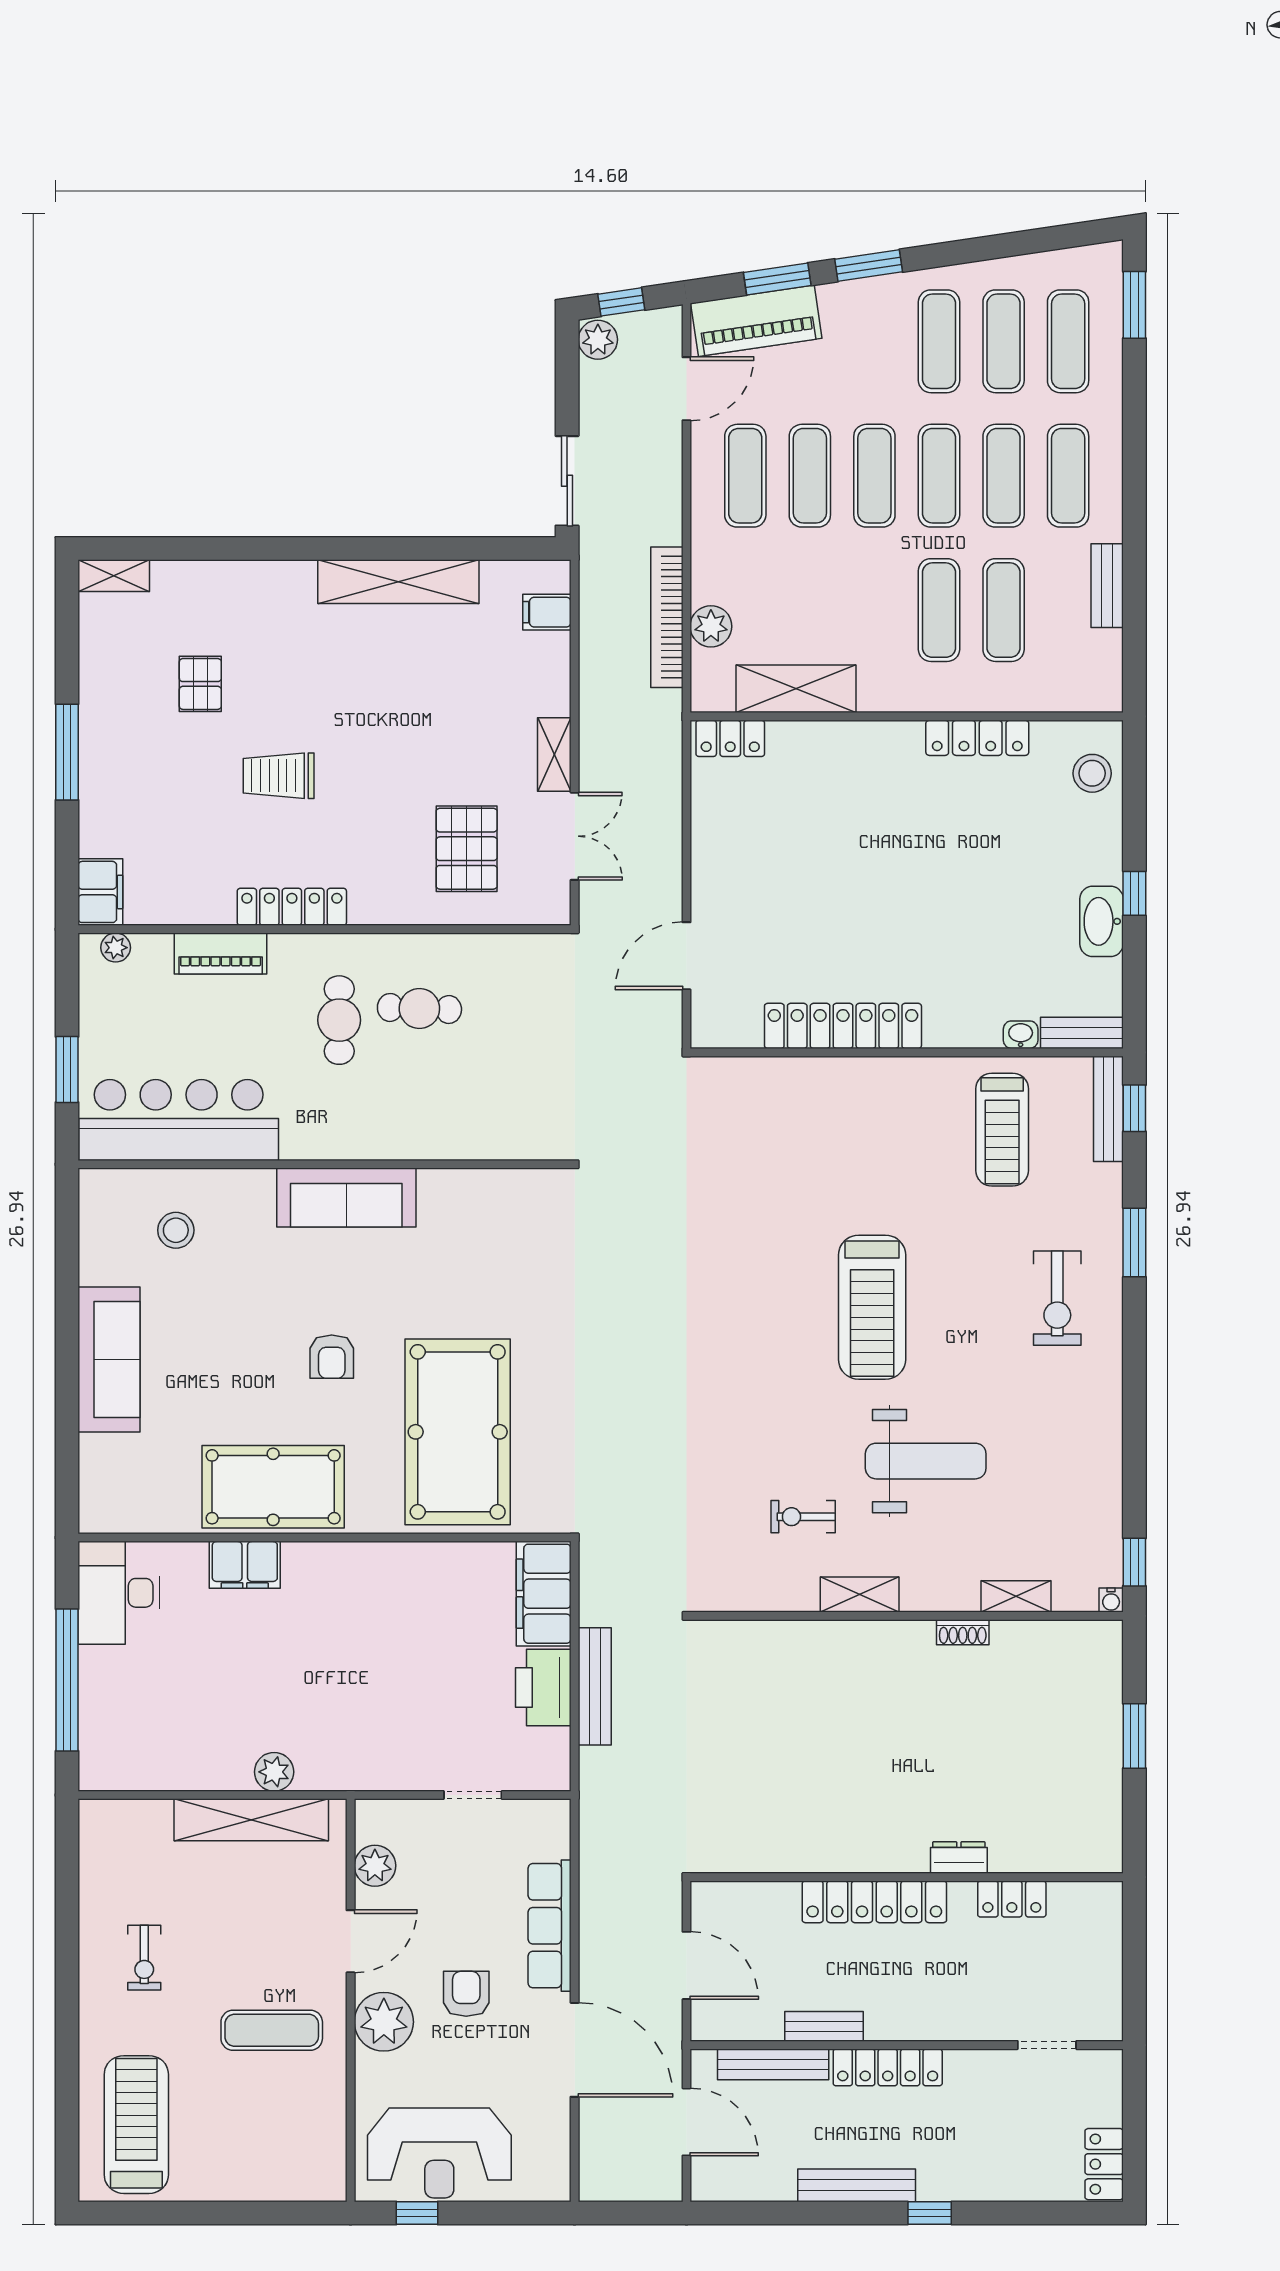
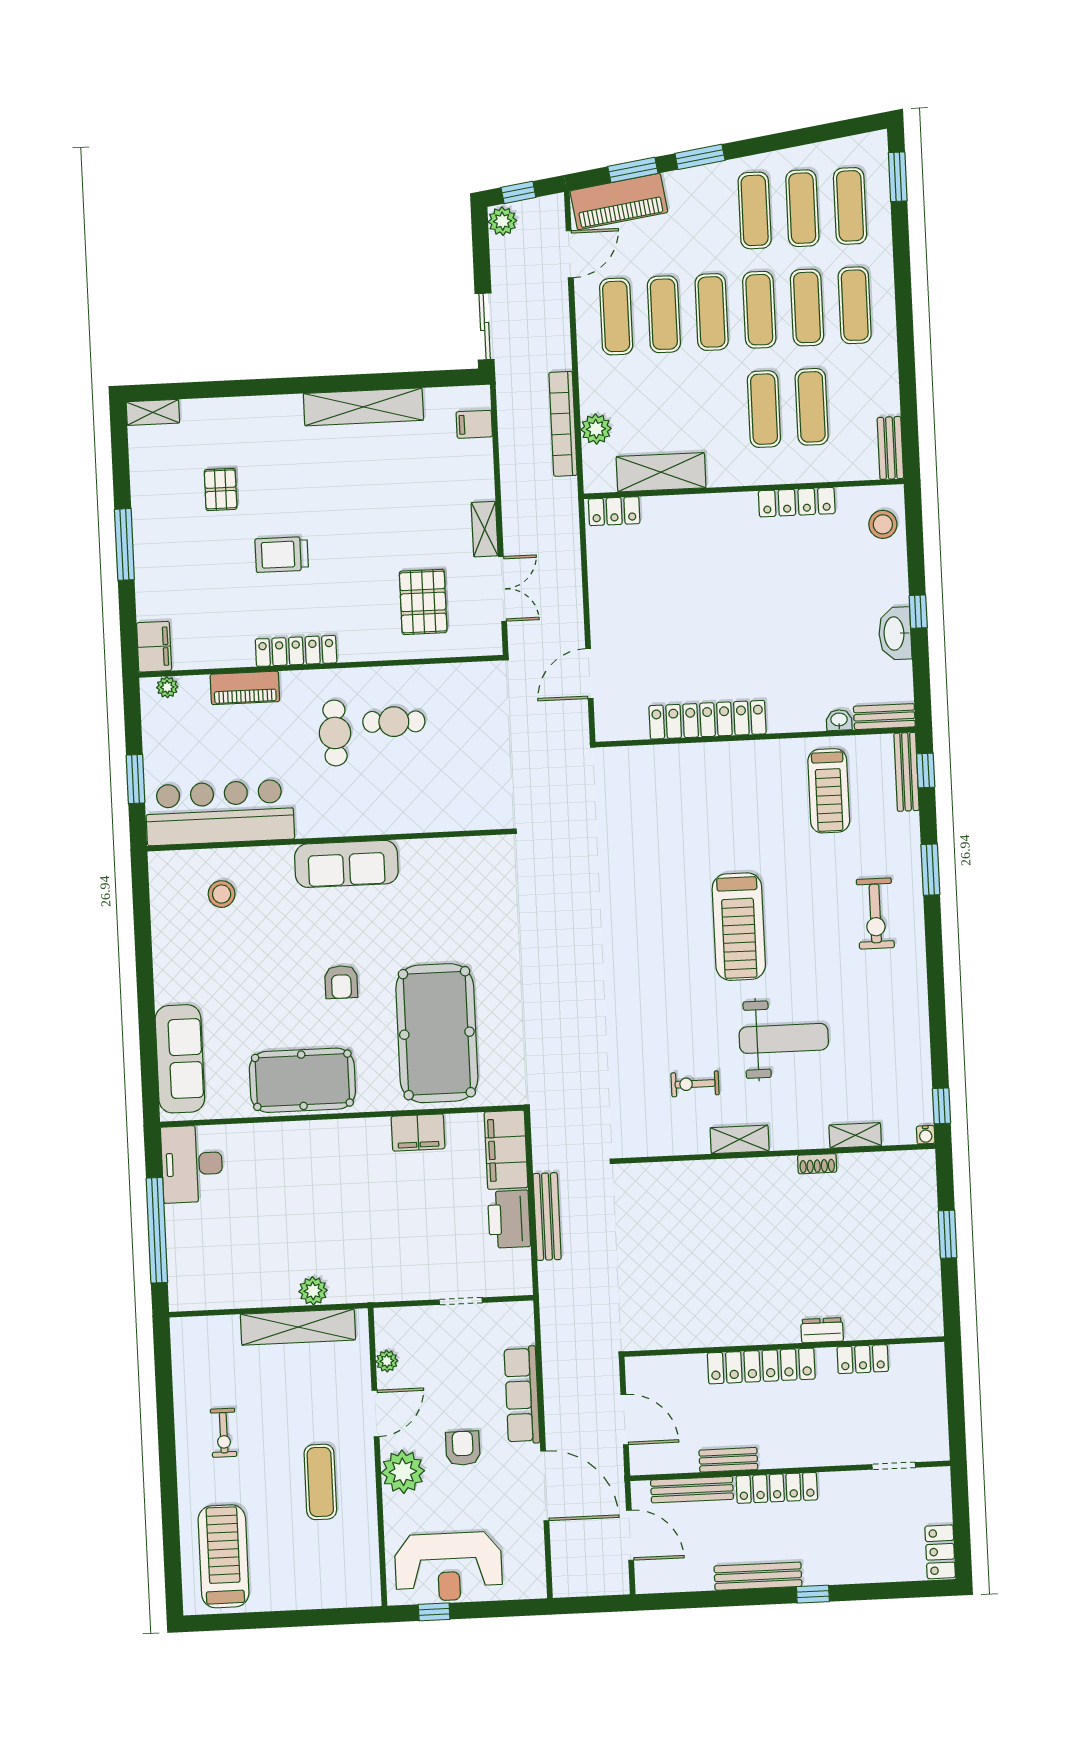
bench: (1107, 586) -> (890, 448), moved
sofa: (109, 1360) -> (180, 1059), moved
filing cabinet: (245, 1565) -> (418, 1133), moved
plant: (375, 1866) -> (387, 1361), width x0.73, depth x0.73
exercise mat: (272, 2030) -> (320, 1482), turned 90

